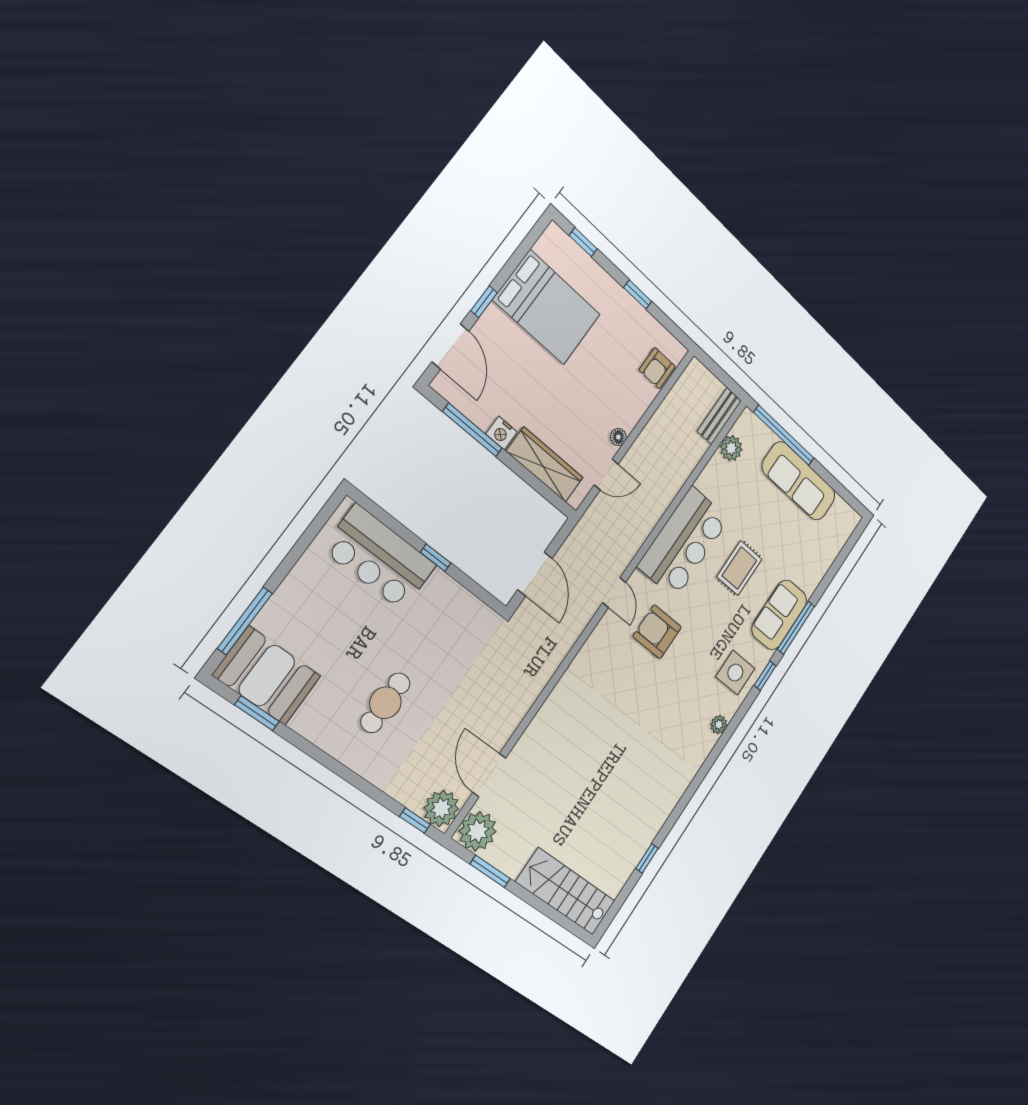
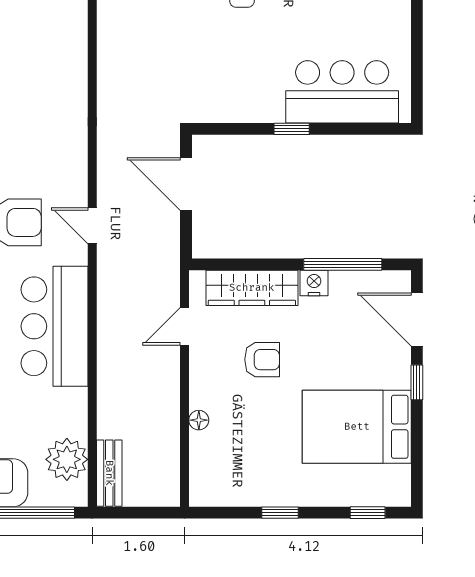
armchair: (657, 368) -> (262, 360), moved, turned 90
floor lamp: (618, 437) -> (199, 420), moved
plant: (731, 448) -> (67, 459), width x1.36, depth x1.36

